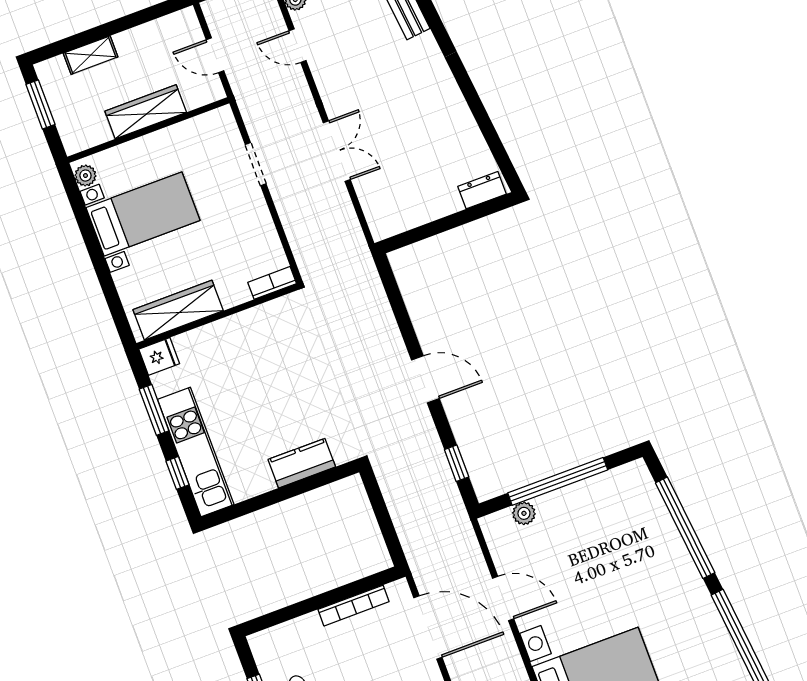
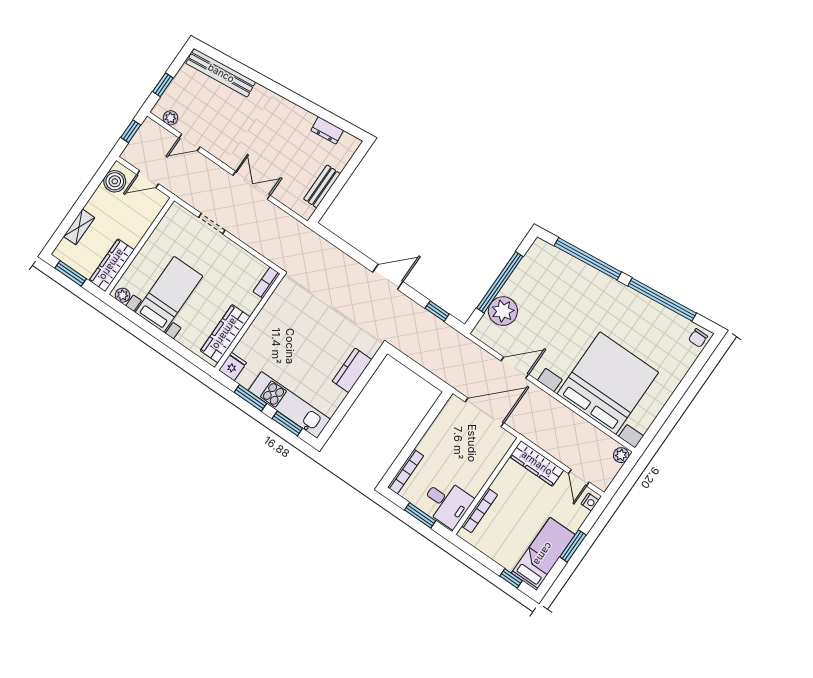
boiler: (173, 30) -> (115, 181), added
wardrobe: (146, 112) -> (112, 265), moved
dresser: (482, 190) -> (327, 130), moved, turned -96
bench: (422, 213) -> (322, 186), added
window: (177, 473) -> (287, 423), width x1.50
plant: (524, 513) -> (503, 311), width x1.87, depth x1.87
bookcase: (353, 606) -> (406, 472), moved

